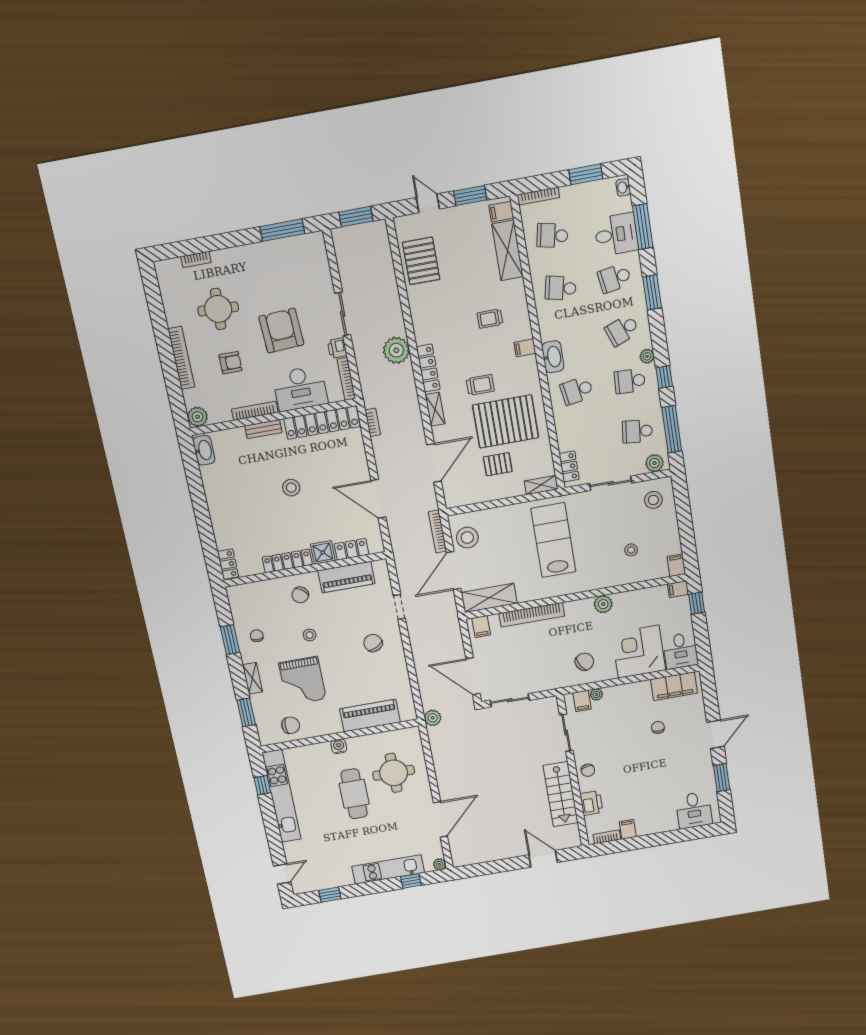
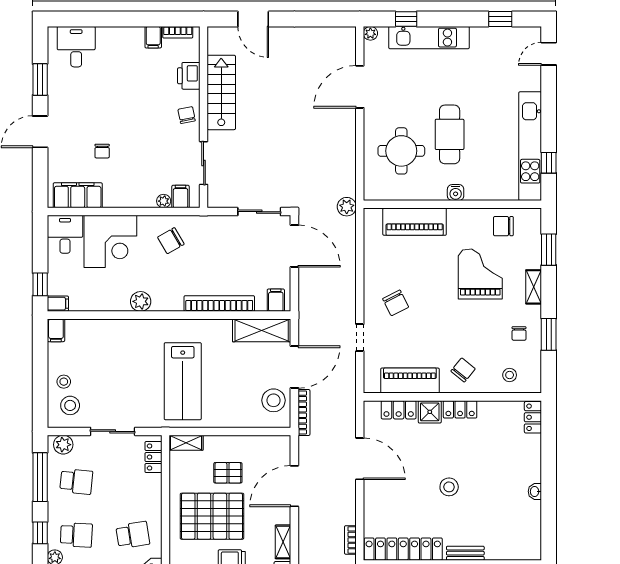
washbasin: (204, 450) -> (535, 491), moved, width x0.52, depth x0.69
stool: (631, 550) -> (64, 382), moved
locker: (287, 561) -> (460, 409), width x0.66
stool: (310, 635) -> (510, 375), moved

